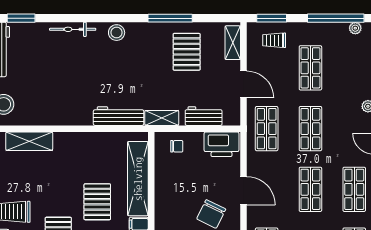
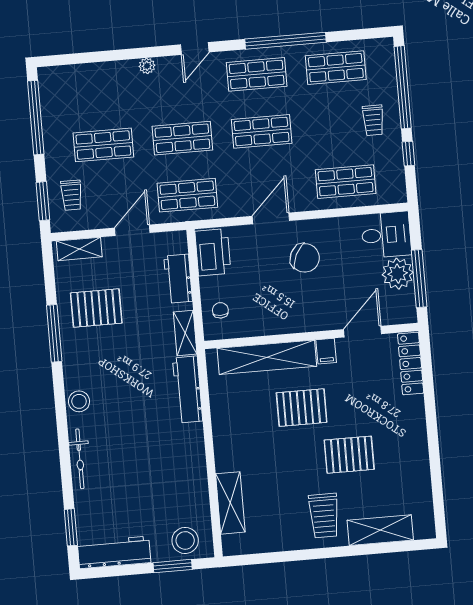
plant: (355, 28) -> (47, 91), removed

